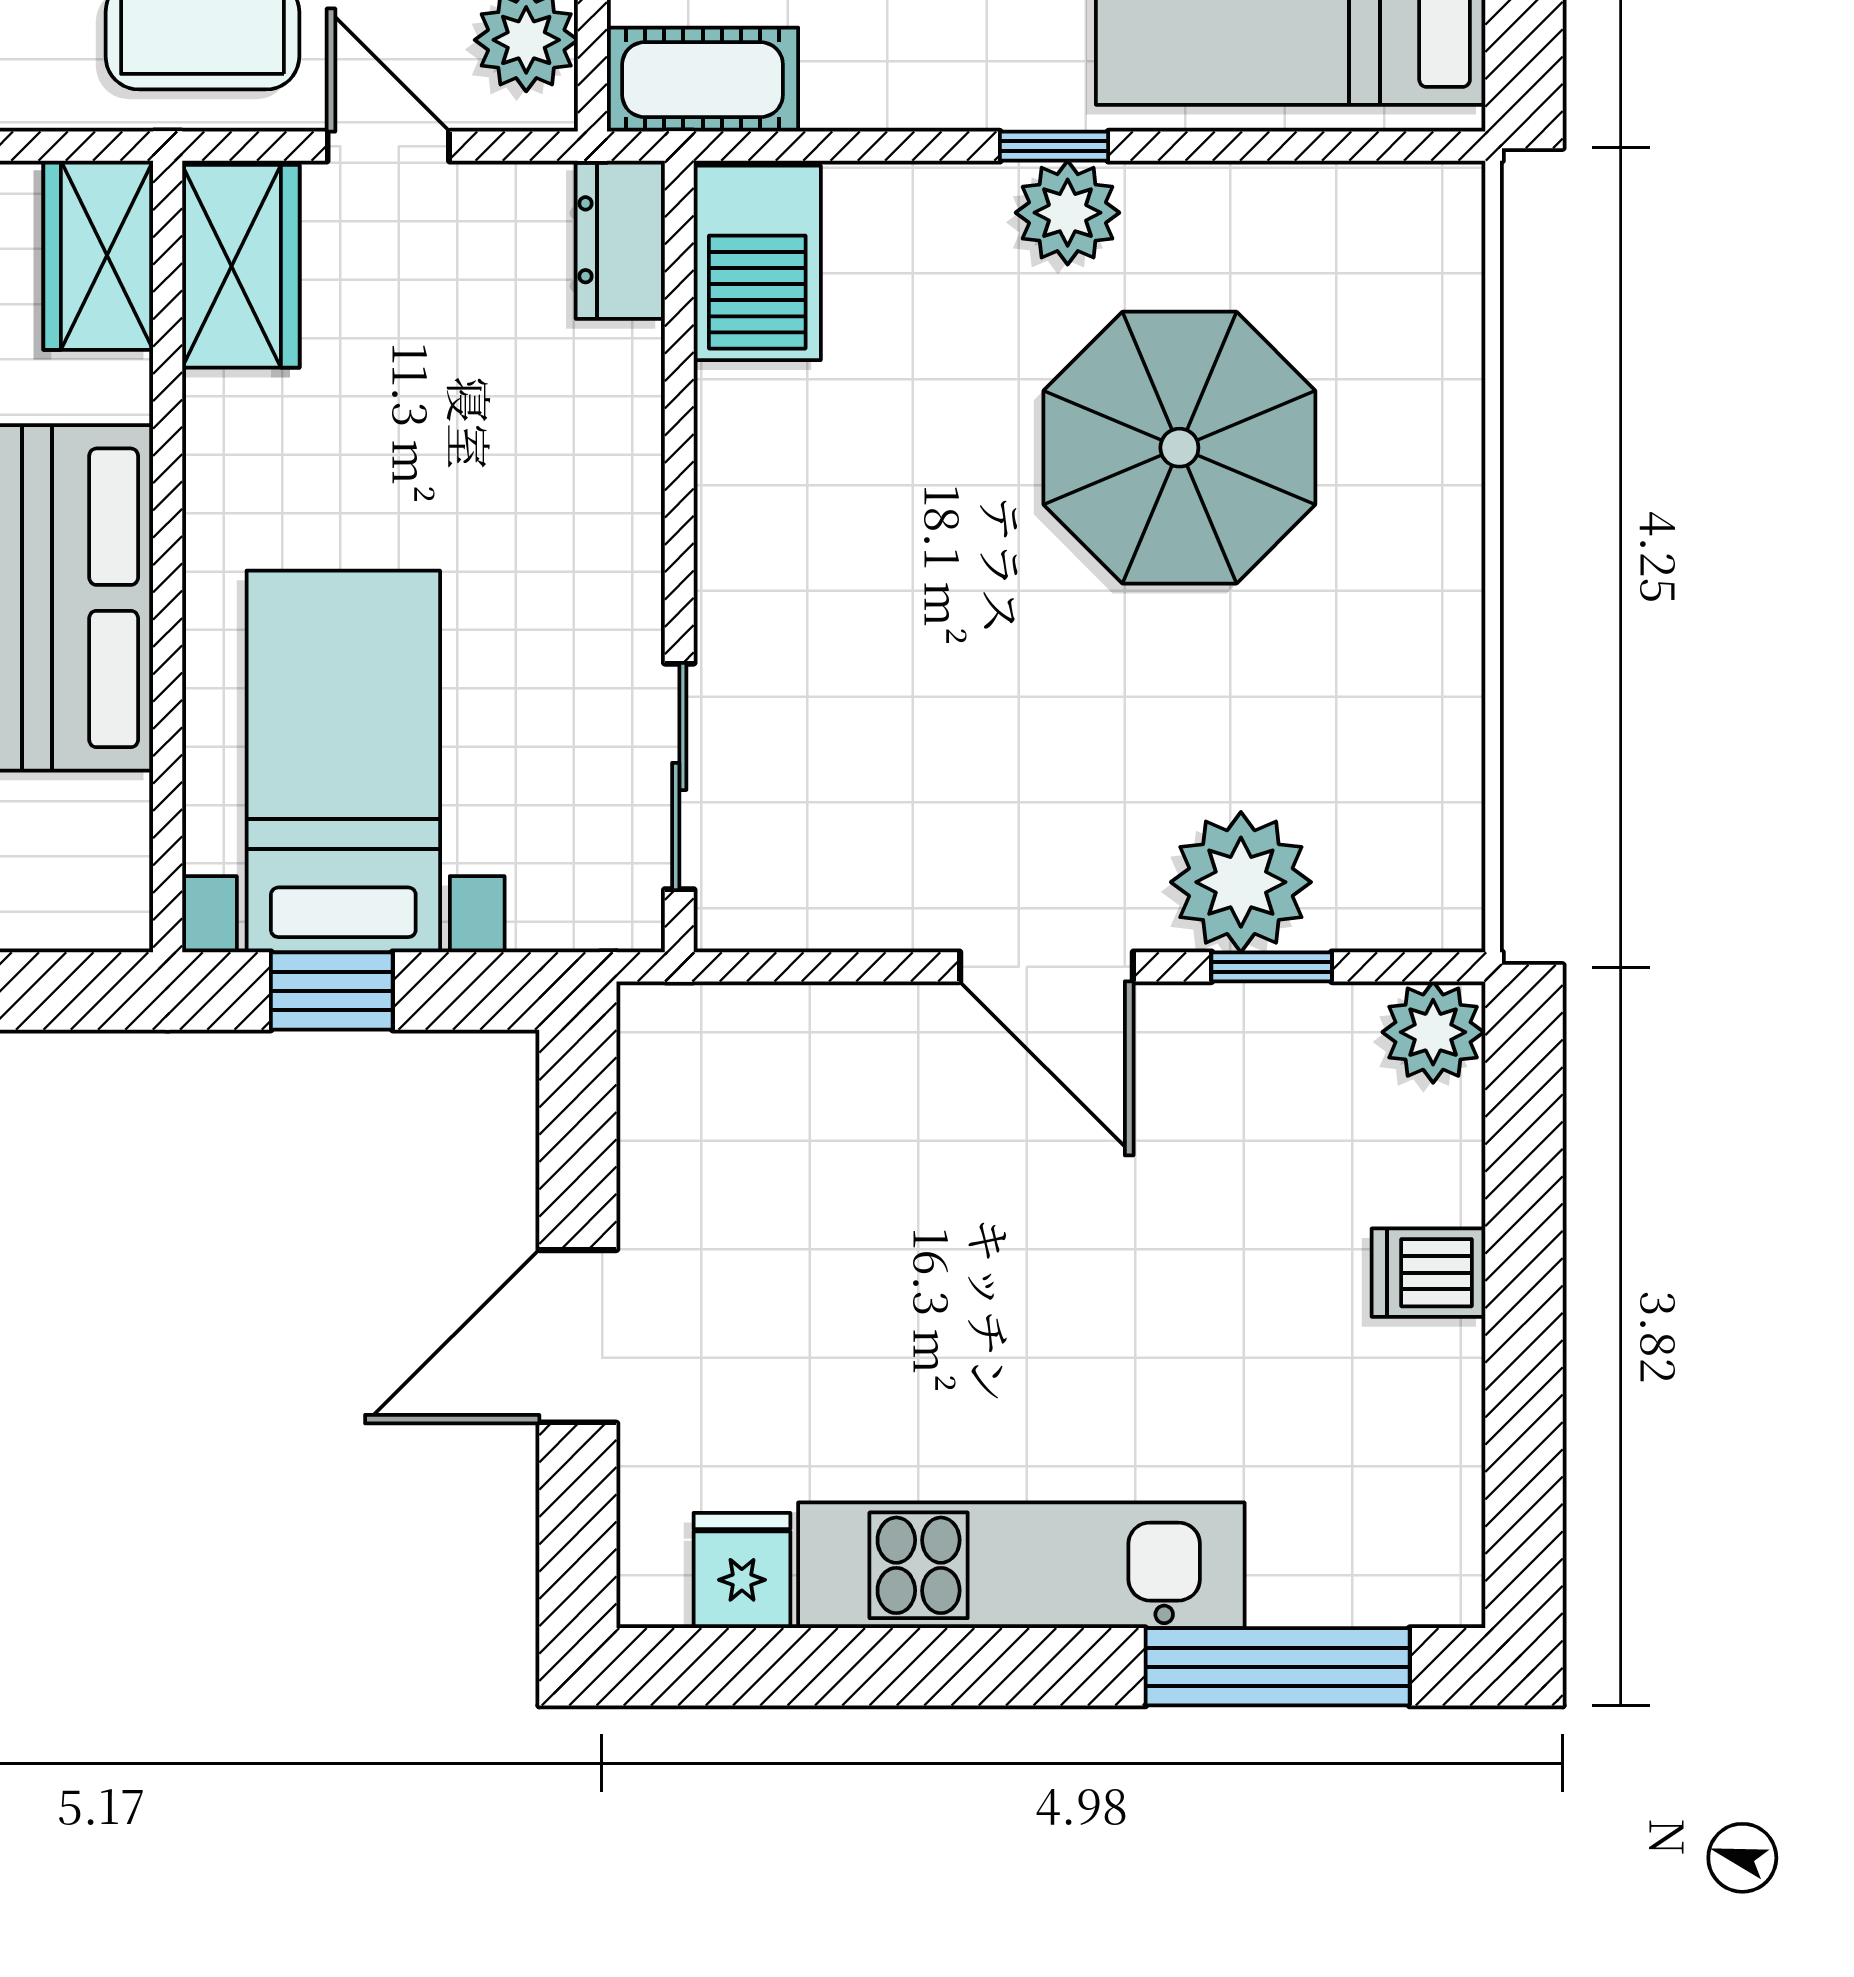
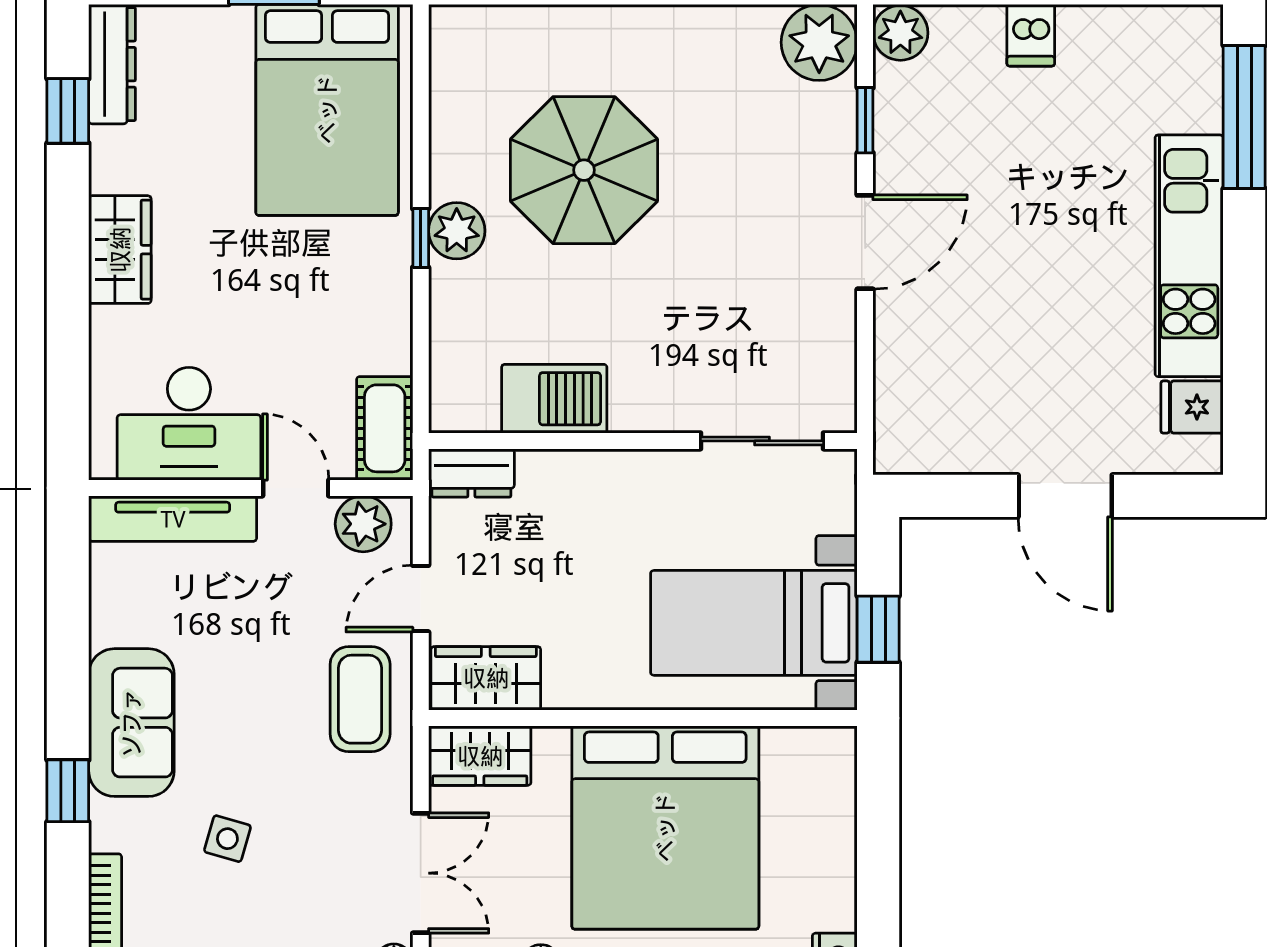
barbecue: (757, 263) -> (554, 399), moved
plant: (1241, 882) -> (819, 42), moved

